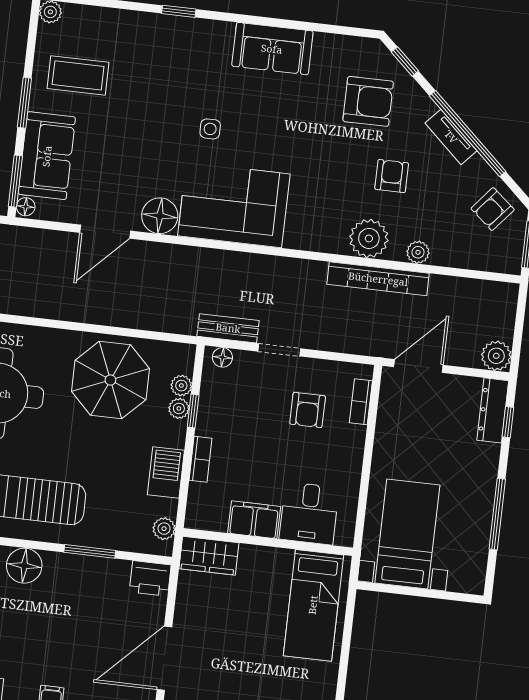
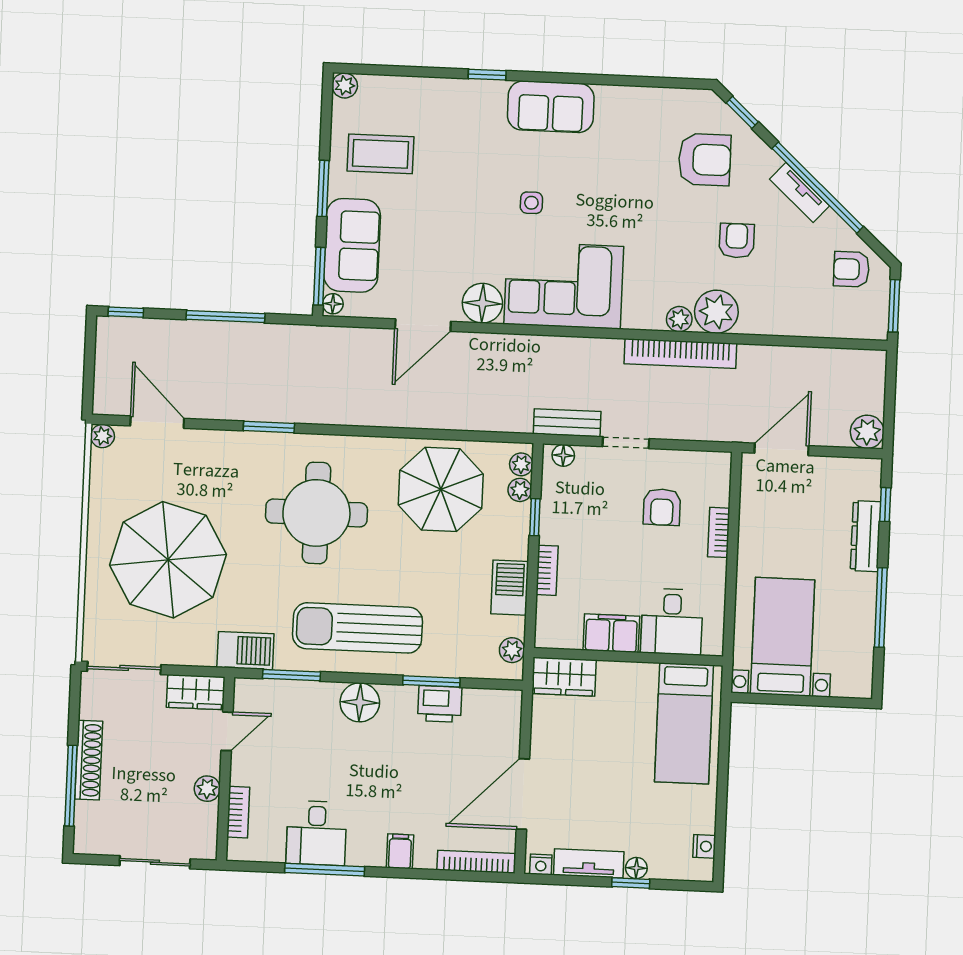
sofa: (272, 49) -> (551, 107), moved
armchair: (493, 209) -> (851, 269), turned 50
plant: (418, 252) -> (679, 319), moved
bookcase: (378, 279) -> (680, 354), moved
bookcase: (361, 402) -> (719, 532), moved
plant: (179, 408) -> (521, 464), moved
dresser: (493, 410) -> (866, 536), moved
printer: (150, 579) -> (440, 704), moved

